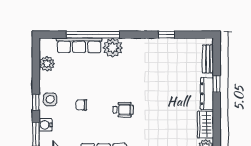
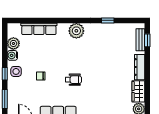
window: (93, 35) -> (50, 20), removed
plant: (113, 48) -> (76, 31), moved
window: (217, 84) -> (147, 40), moved
water cooler: (46, 125) -> (12, 55), moved

